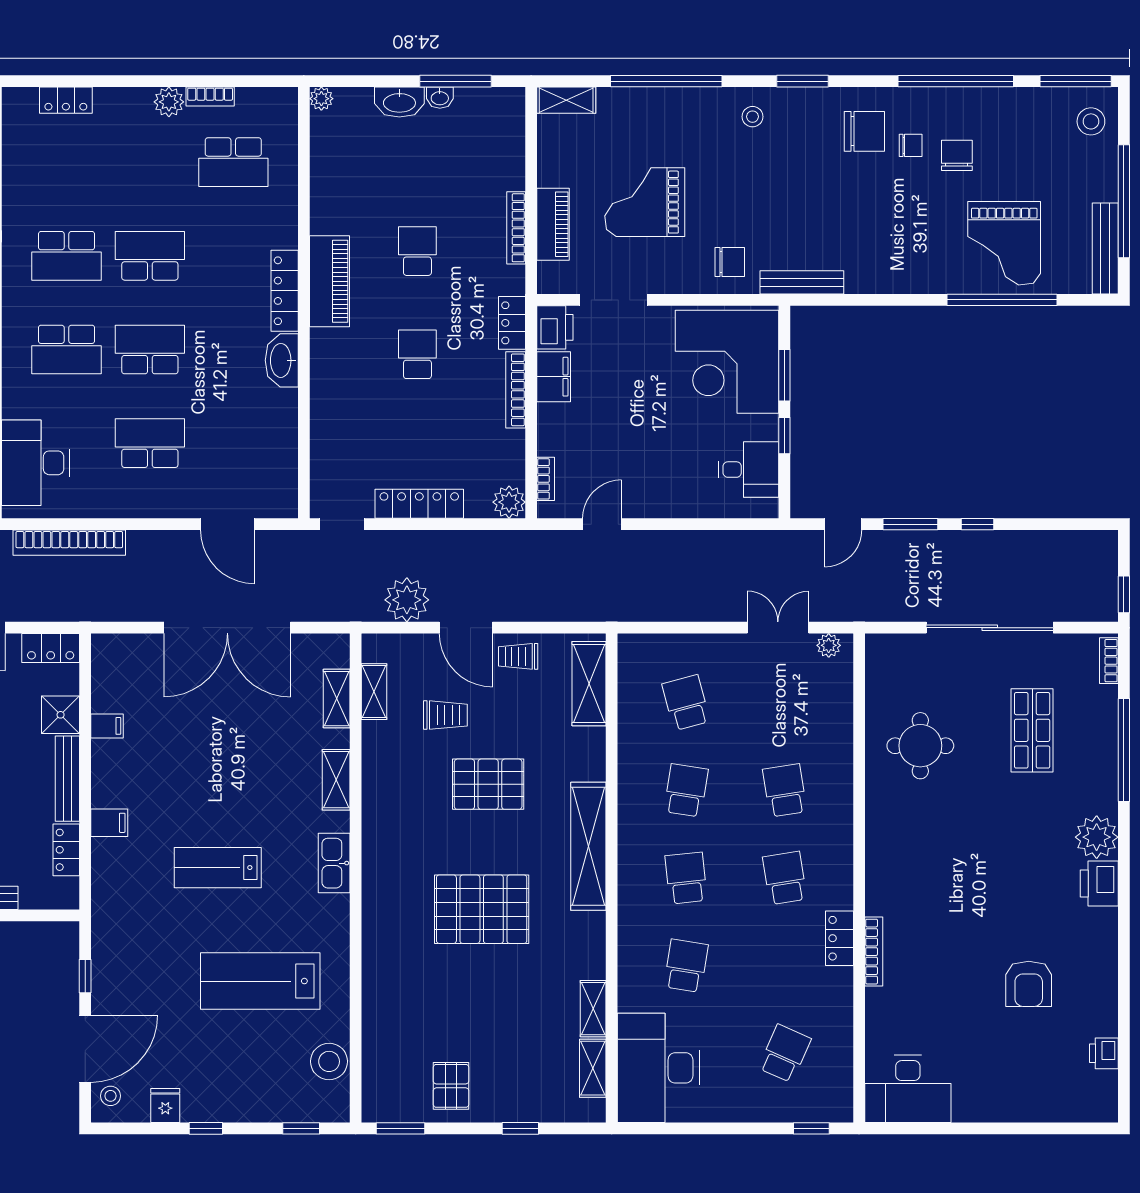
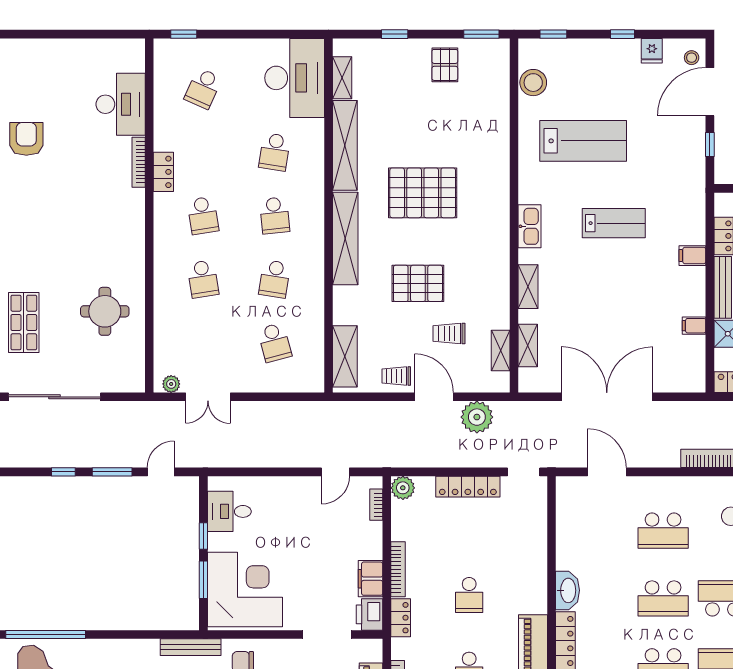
trolley: (518, 656) -> (396, 376), turned 180
shelving: (593, 1009) -> (345, 145), width x2.20, depth x1.33
desk: (908, 1089) -> (121, 104), moved, turned 90

